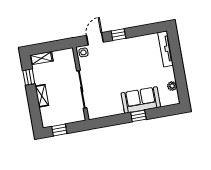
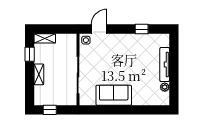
window: (118, 35) -> (142, 29), moved
tv unit: (165, 49) -> (165, 64), moved
sofa: (141, 100) -> (114, 95), moved
window: (138, 116) -> (127, 110), removed

